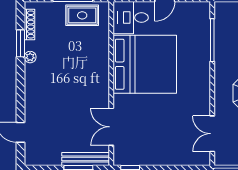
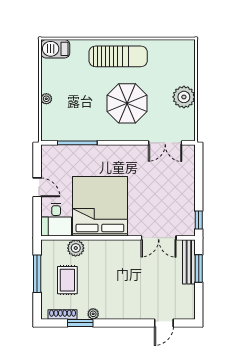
rug: (82, 15) -> (67, 280), moved
plant: (100, 39) -> (76, 248), added

